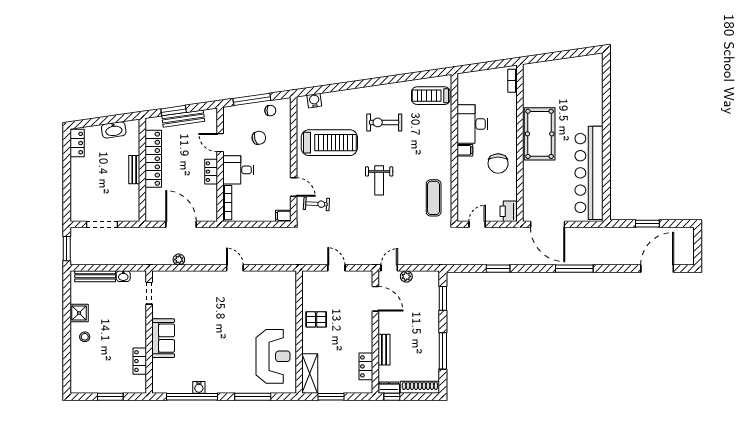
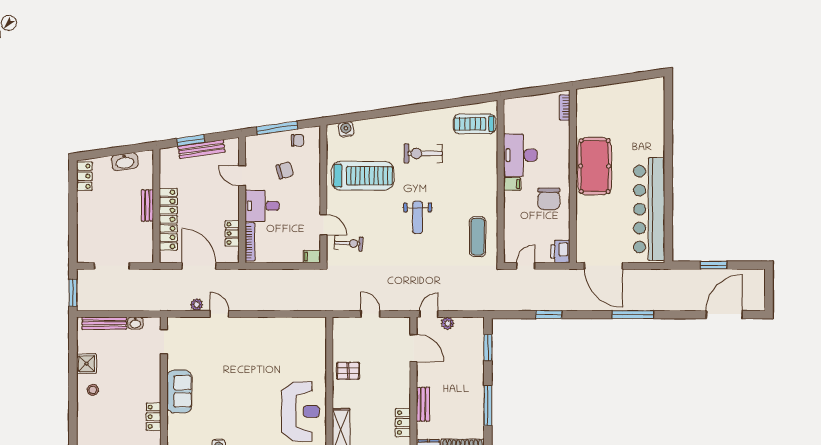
locker: (153, 159) -> (168, 219), moved
locker: (211, 172) -> (232, 233), moved
door: (235, 268) -> (219, 314), moved

